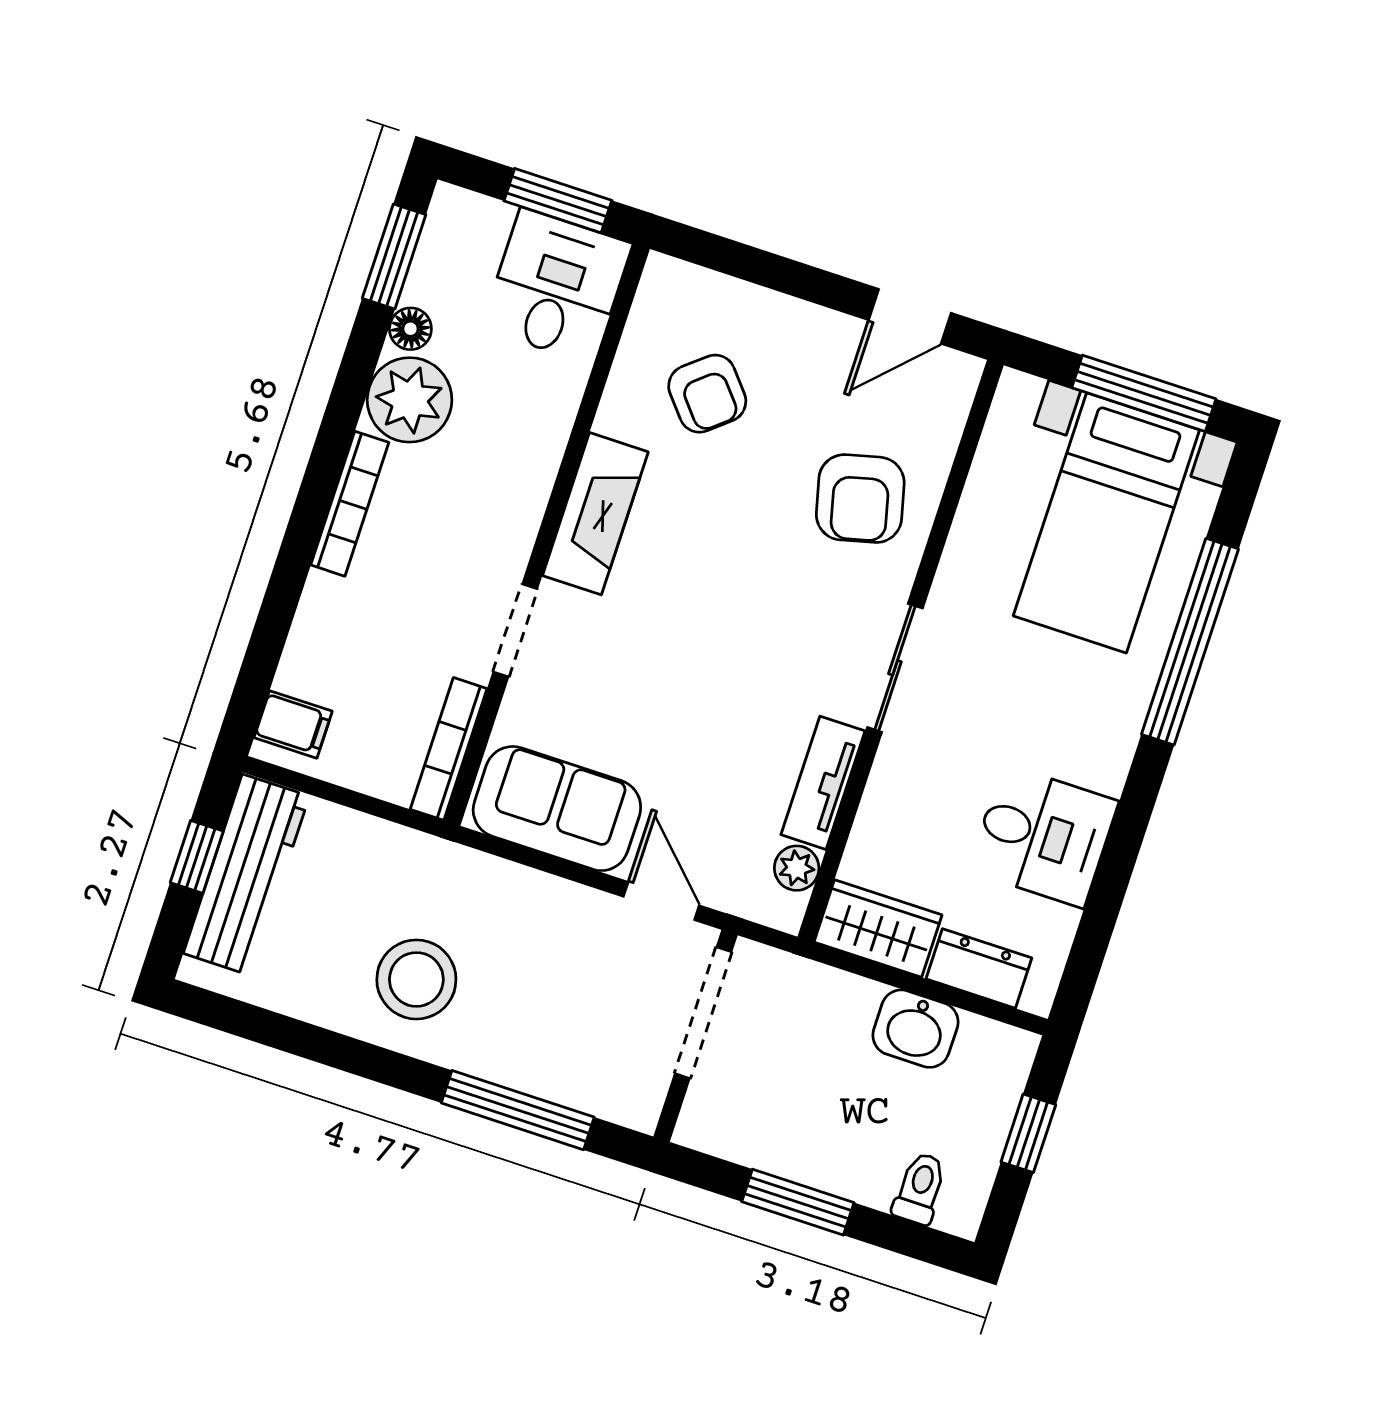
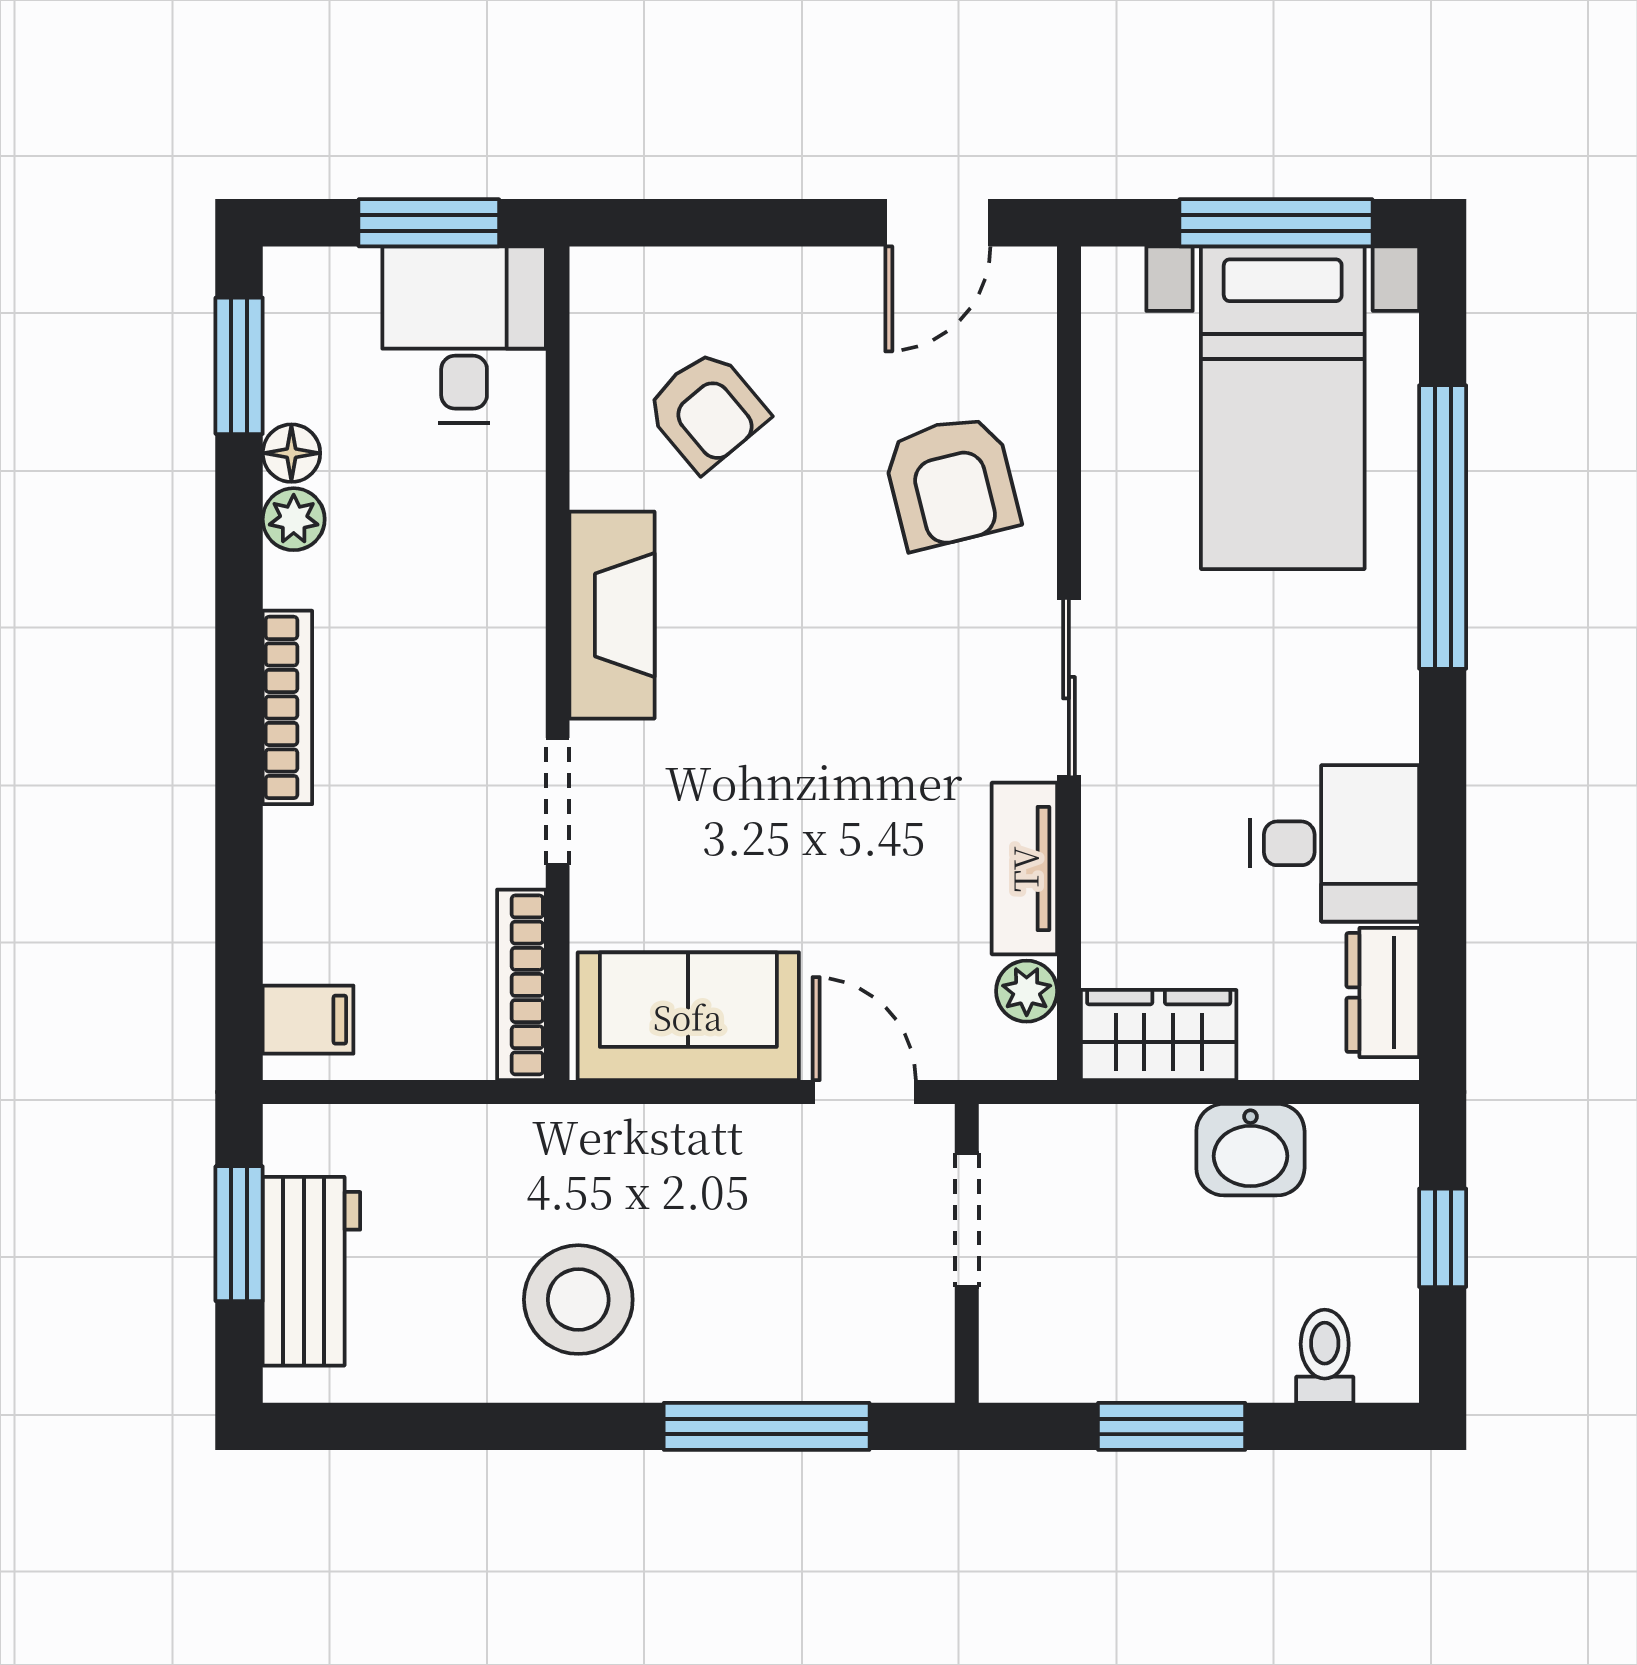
plant: (410, 400) -> (294, 519), width x0.53, depth x0.53
window: (197, 857) -> (239, 1234), width x1.50
workbench: (246, 875) -> (311, 1271), width x0.73
dresser: (979, 968) -> (1383, 992), moved, turned -90
doorway: (703, 1013) -> (967, 1220), width x0.73

